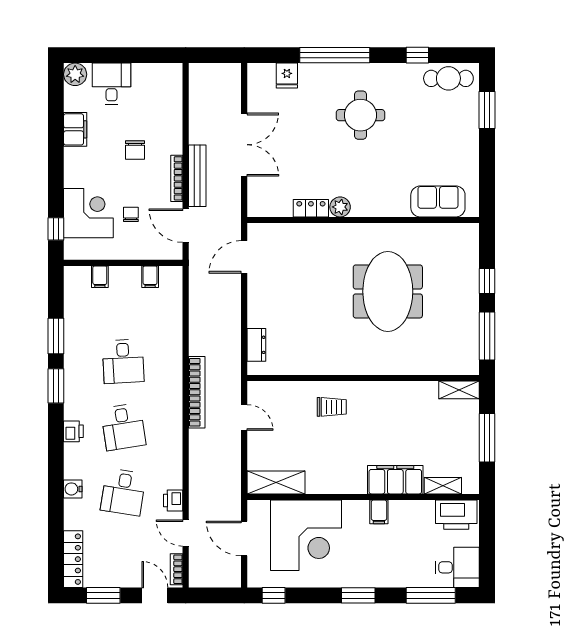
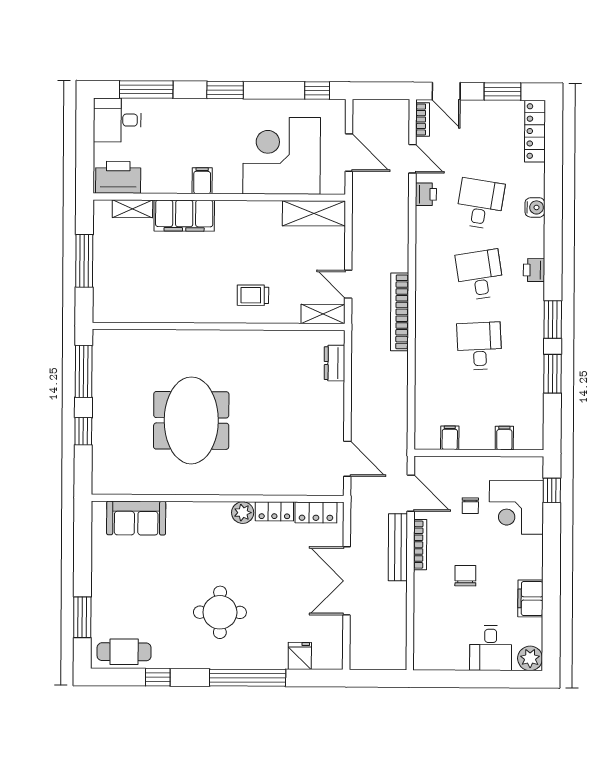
locker: (273, 207) -> (316, 513), added
door: (244, 257) -> (347, 459), hinge flipped
shelving: (459, 390) -> (323, 314), moved

